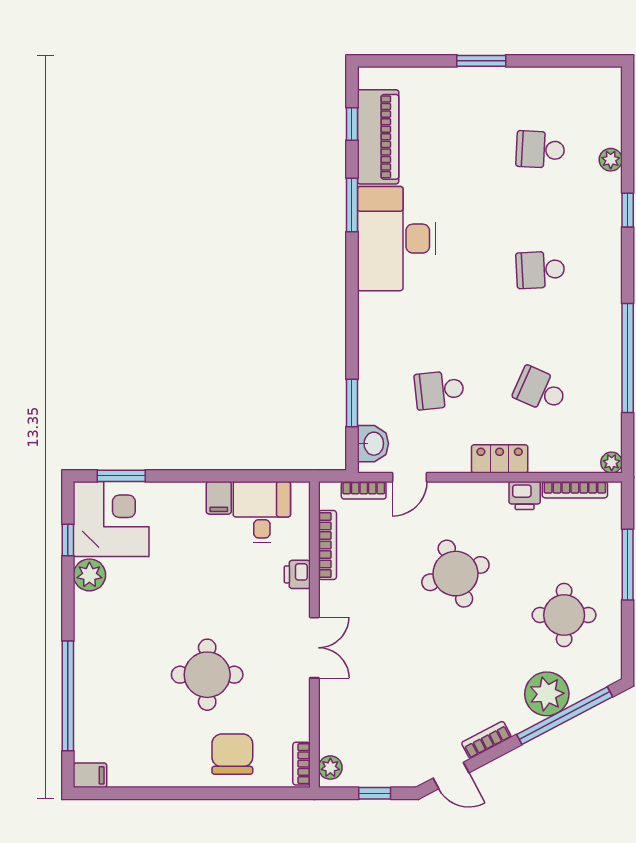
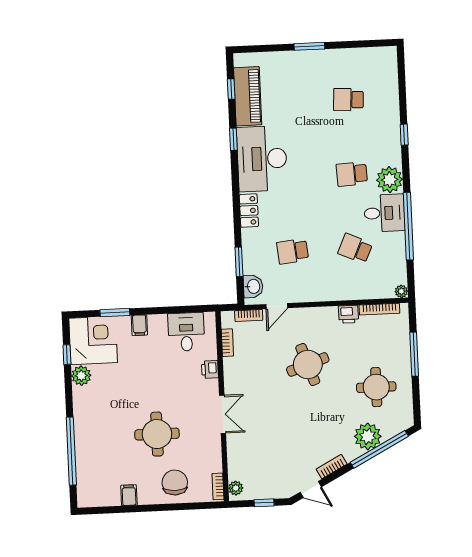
plant: (611, 160) -> (390, 180), moved, width x1.87, depth x1.87
window: (352, 205) -> (233, 139), width x0.67
desk: (590, 335) -> (384, 213), added
locker: (500, 459) -> (249, 211), moved, turned 90
window: (121, 476) -> (115, 313), moved
filing cabinet: (219, 498) -> (139, 325), moved
bookcase: (327, 545) -> (227, 343), width x0.64
filing cabinet: (90, 775) -> (129, 495), moved, turned -90

